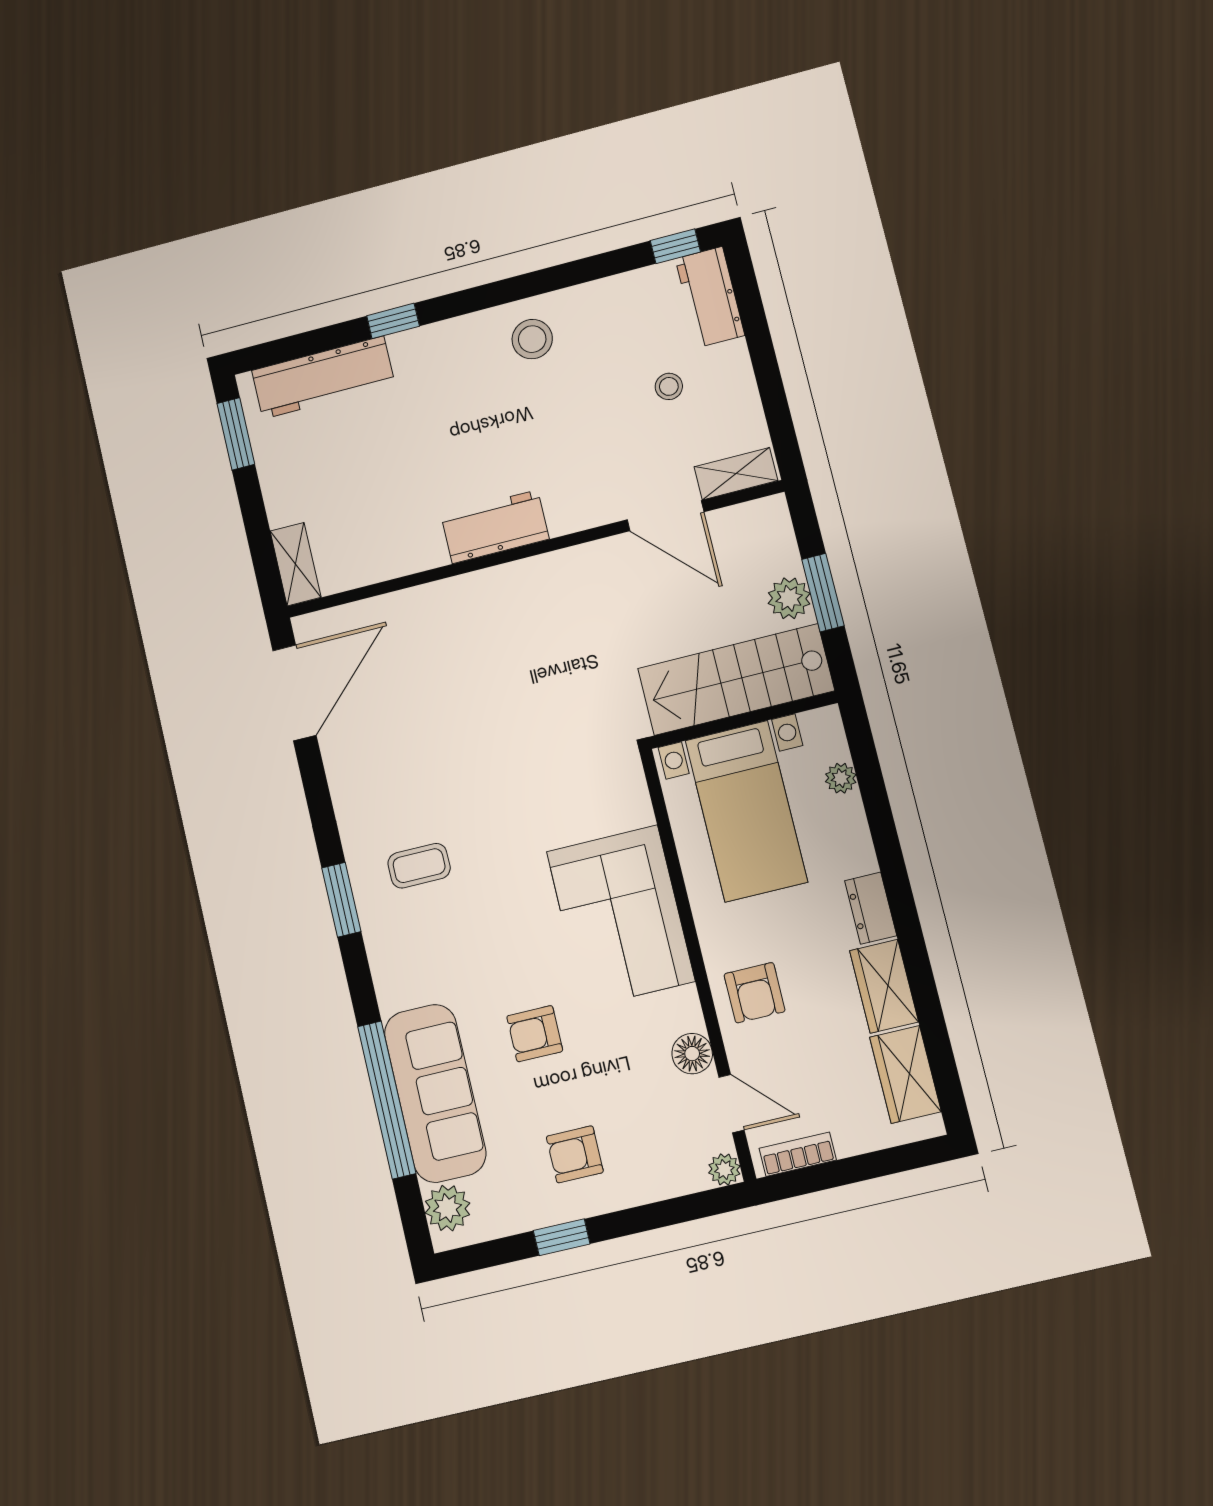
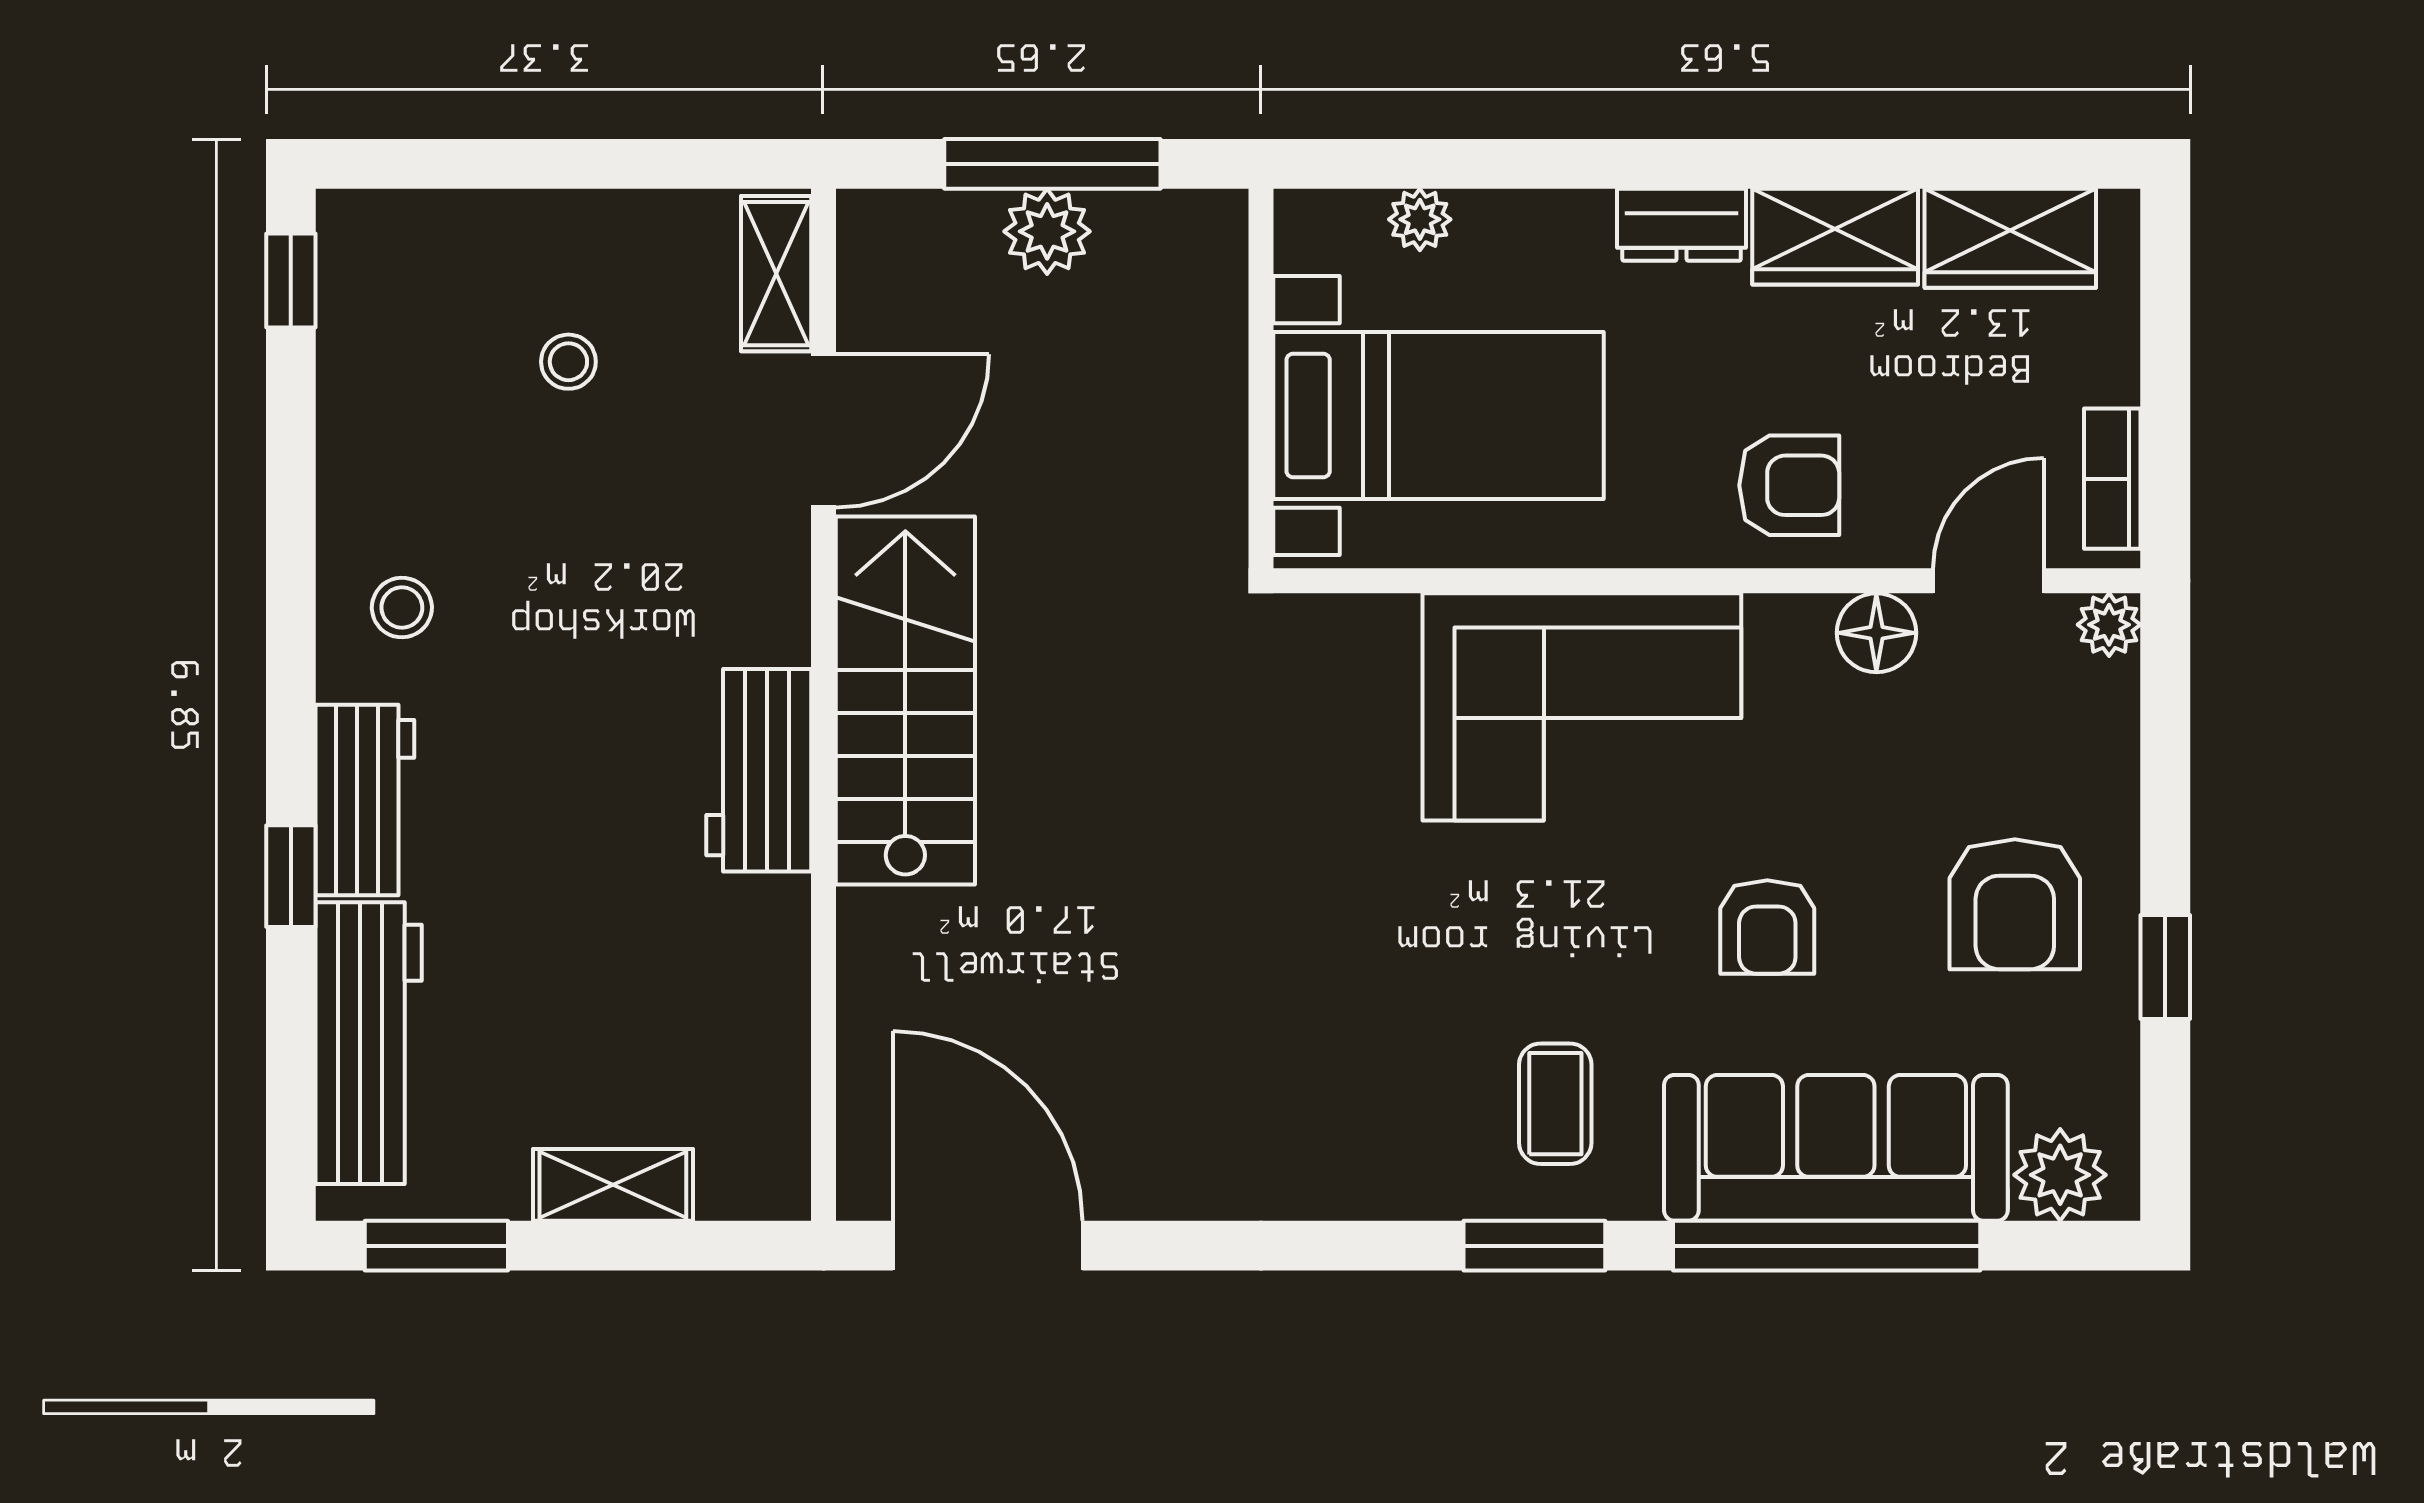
workbench: (710, 297) -> (365, 800), moved, turned -90
stool: (532, 339) -> (402, 608), width x0.73, depth x0.73
shelving: (296, 564) -> (613, 1185), moved
window: (823, 593) -> (1052, 164), width x1.44
stairs: (736, 679) -> (905, 701), moved, turned 180
coffee table: (419, 866) -> (1555, 1104), moved
window: (341, 900) -> (1534, 1246), moved
armchair: (575, 1154) -> (2015, 904), width x1.38, depth x1.38

